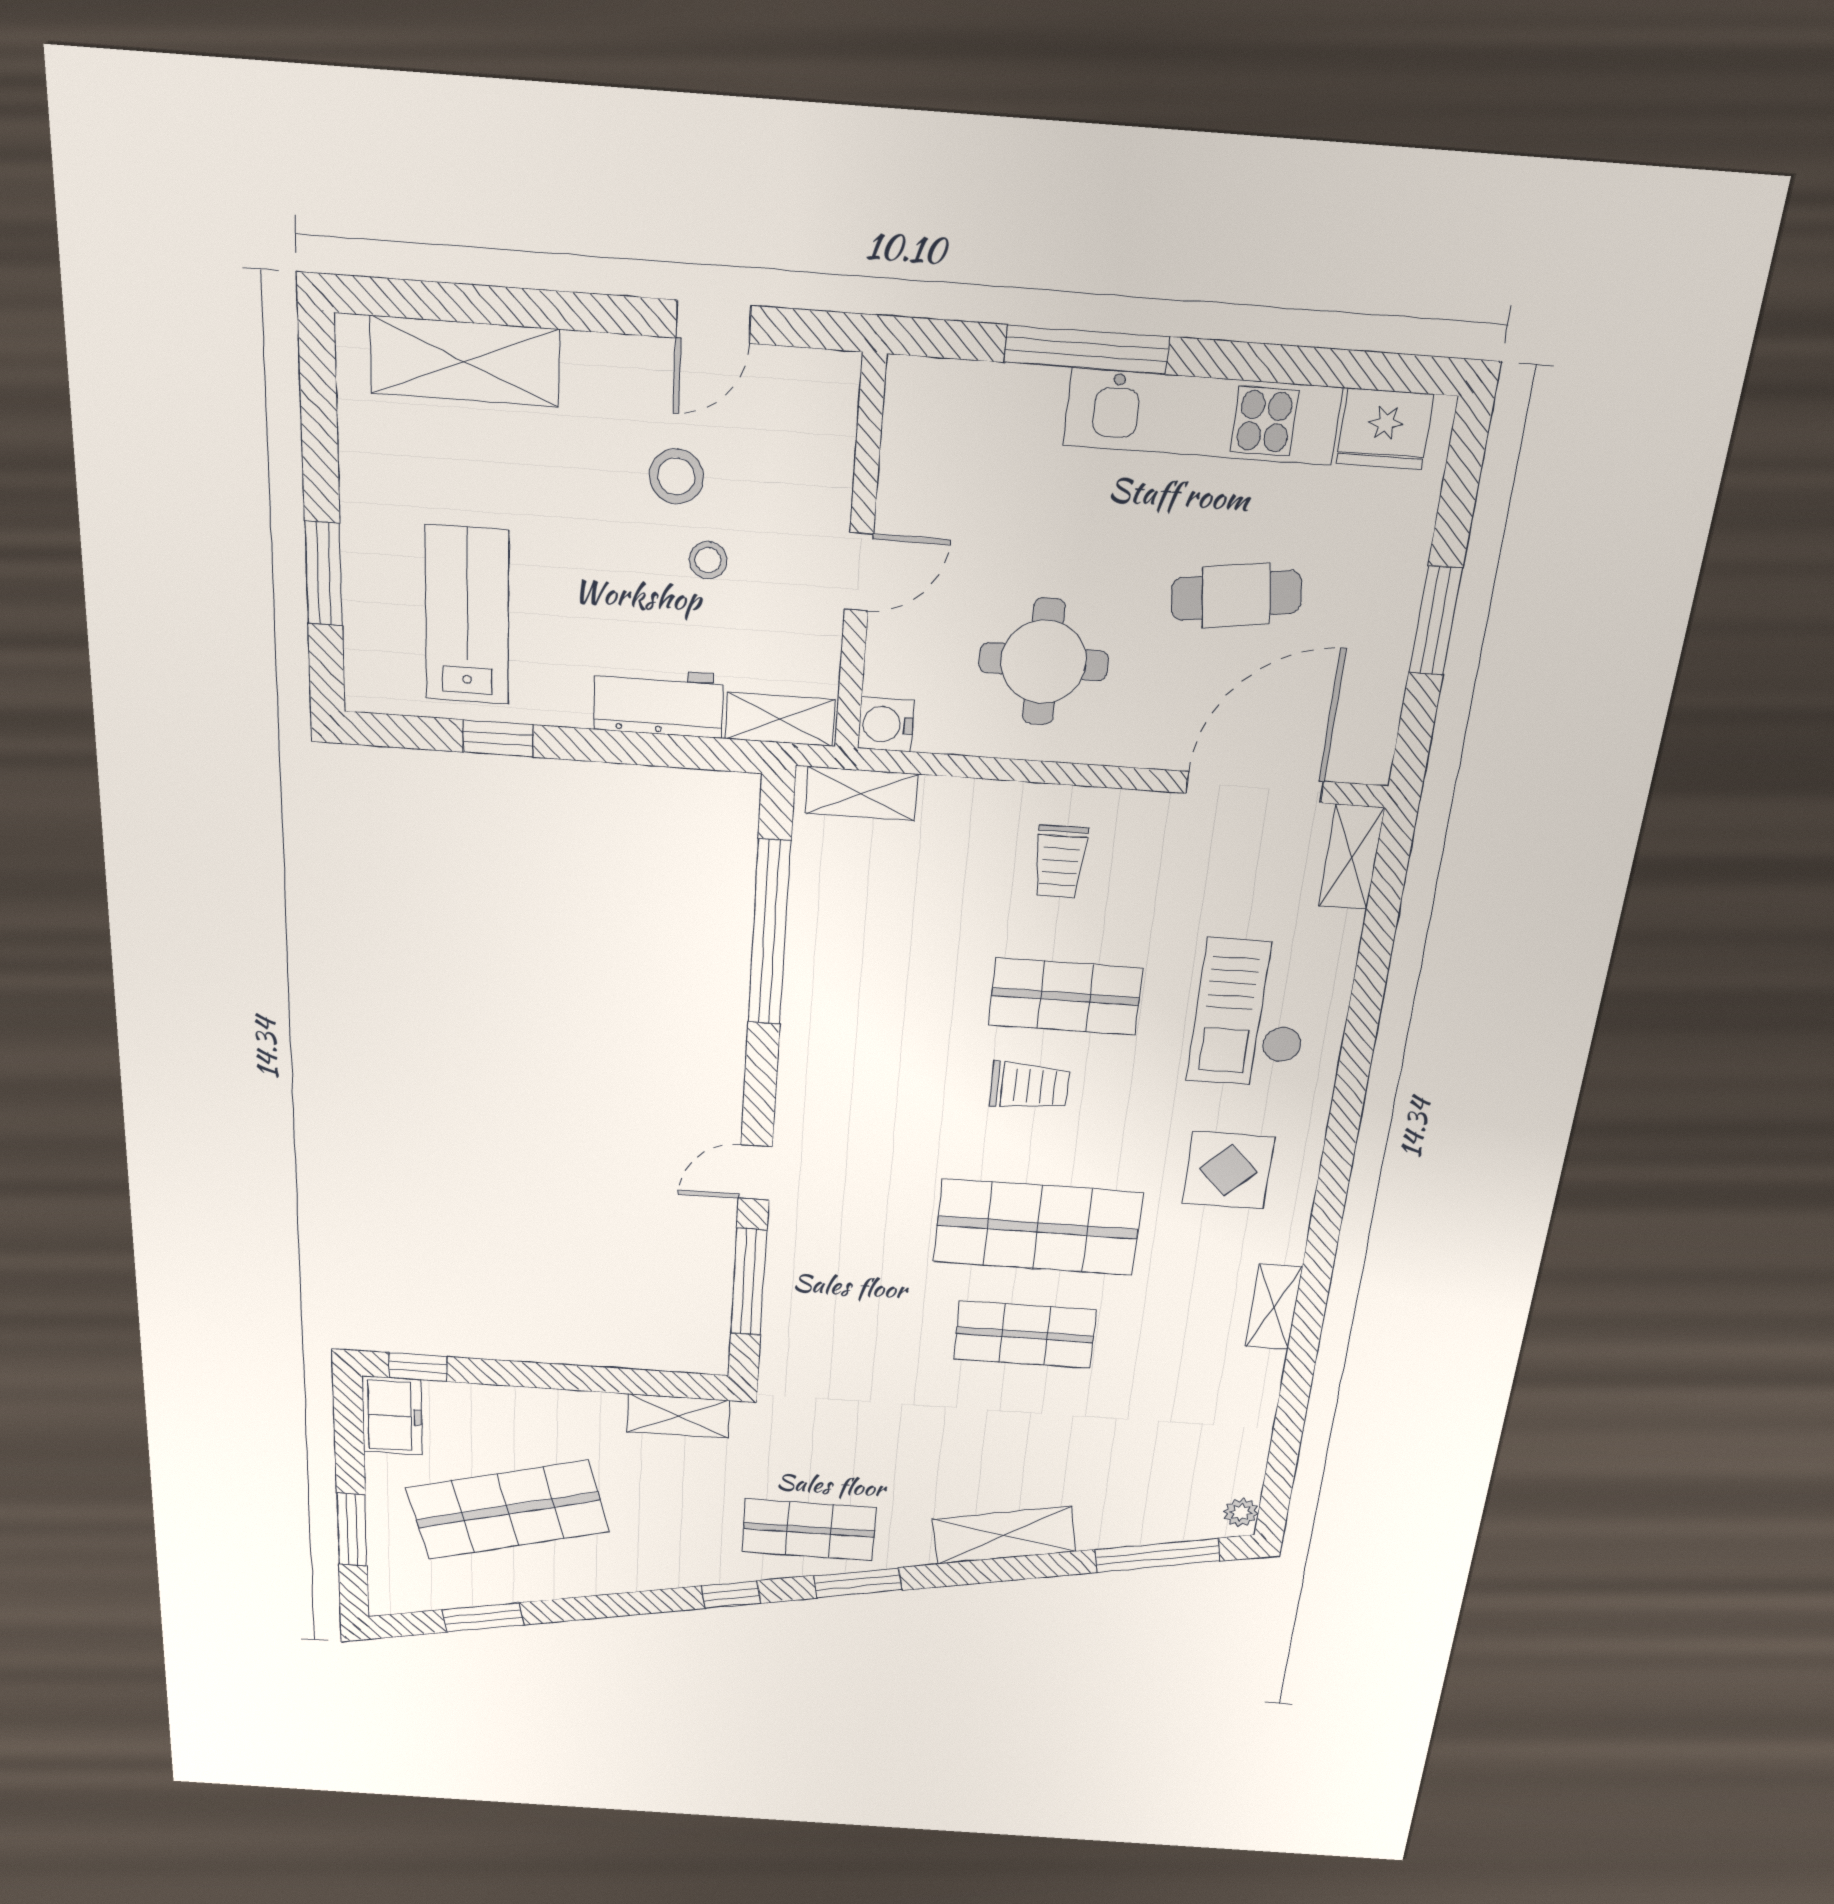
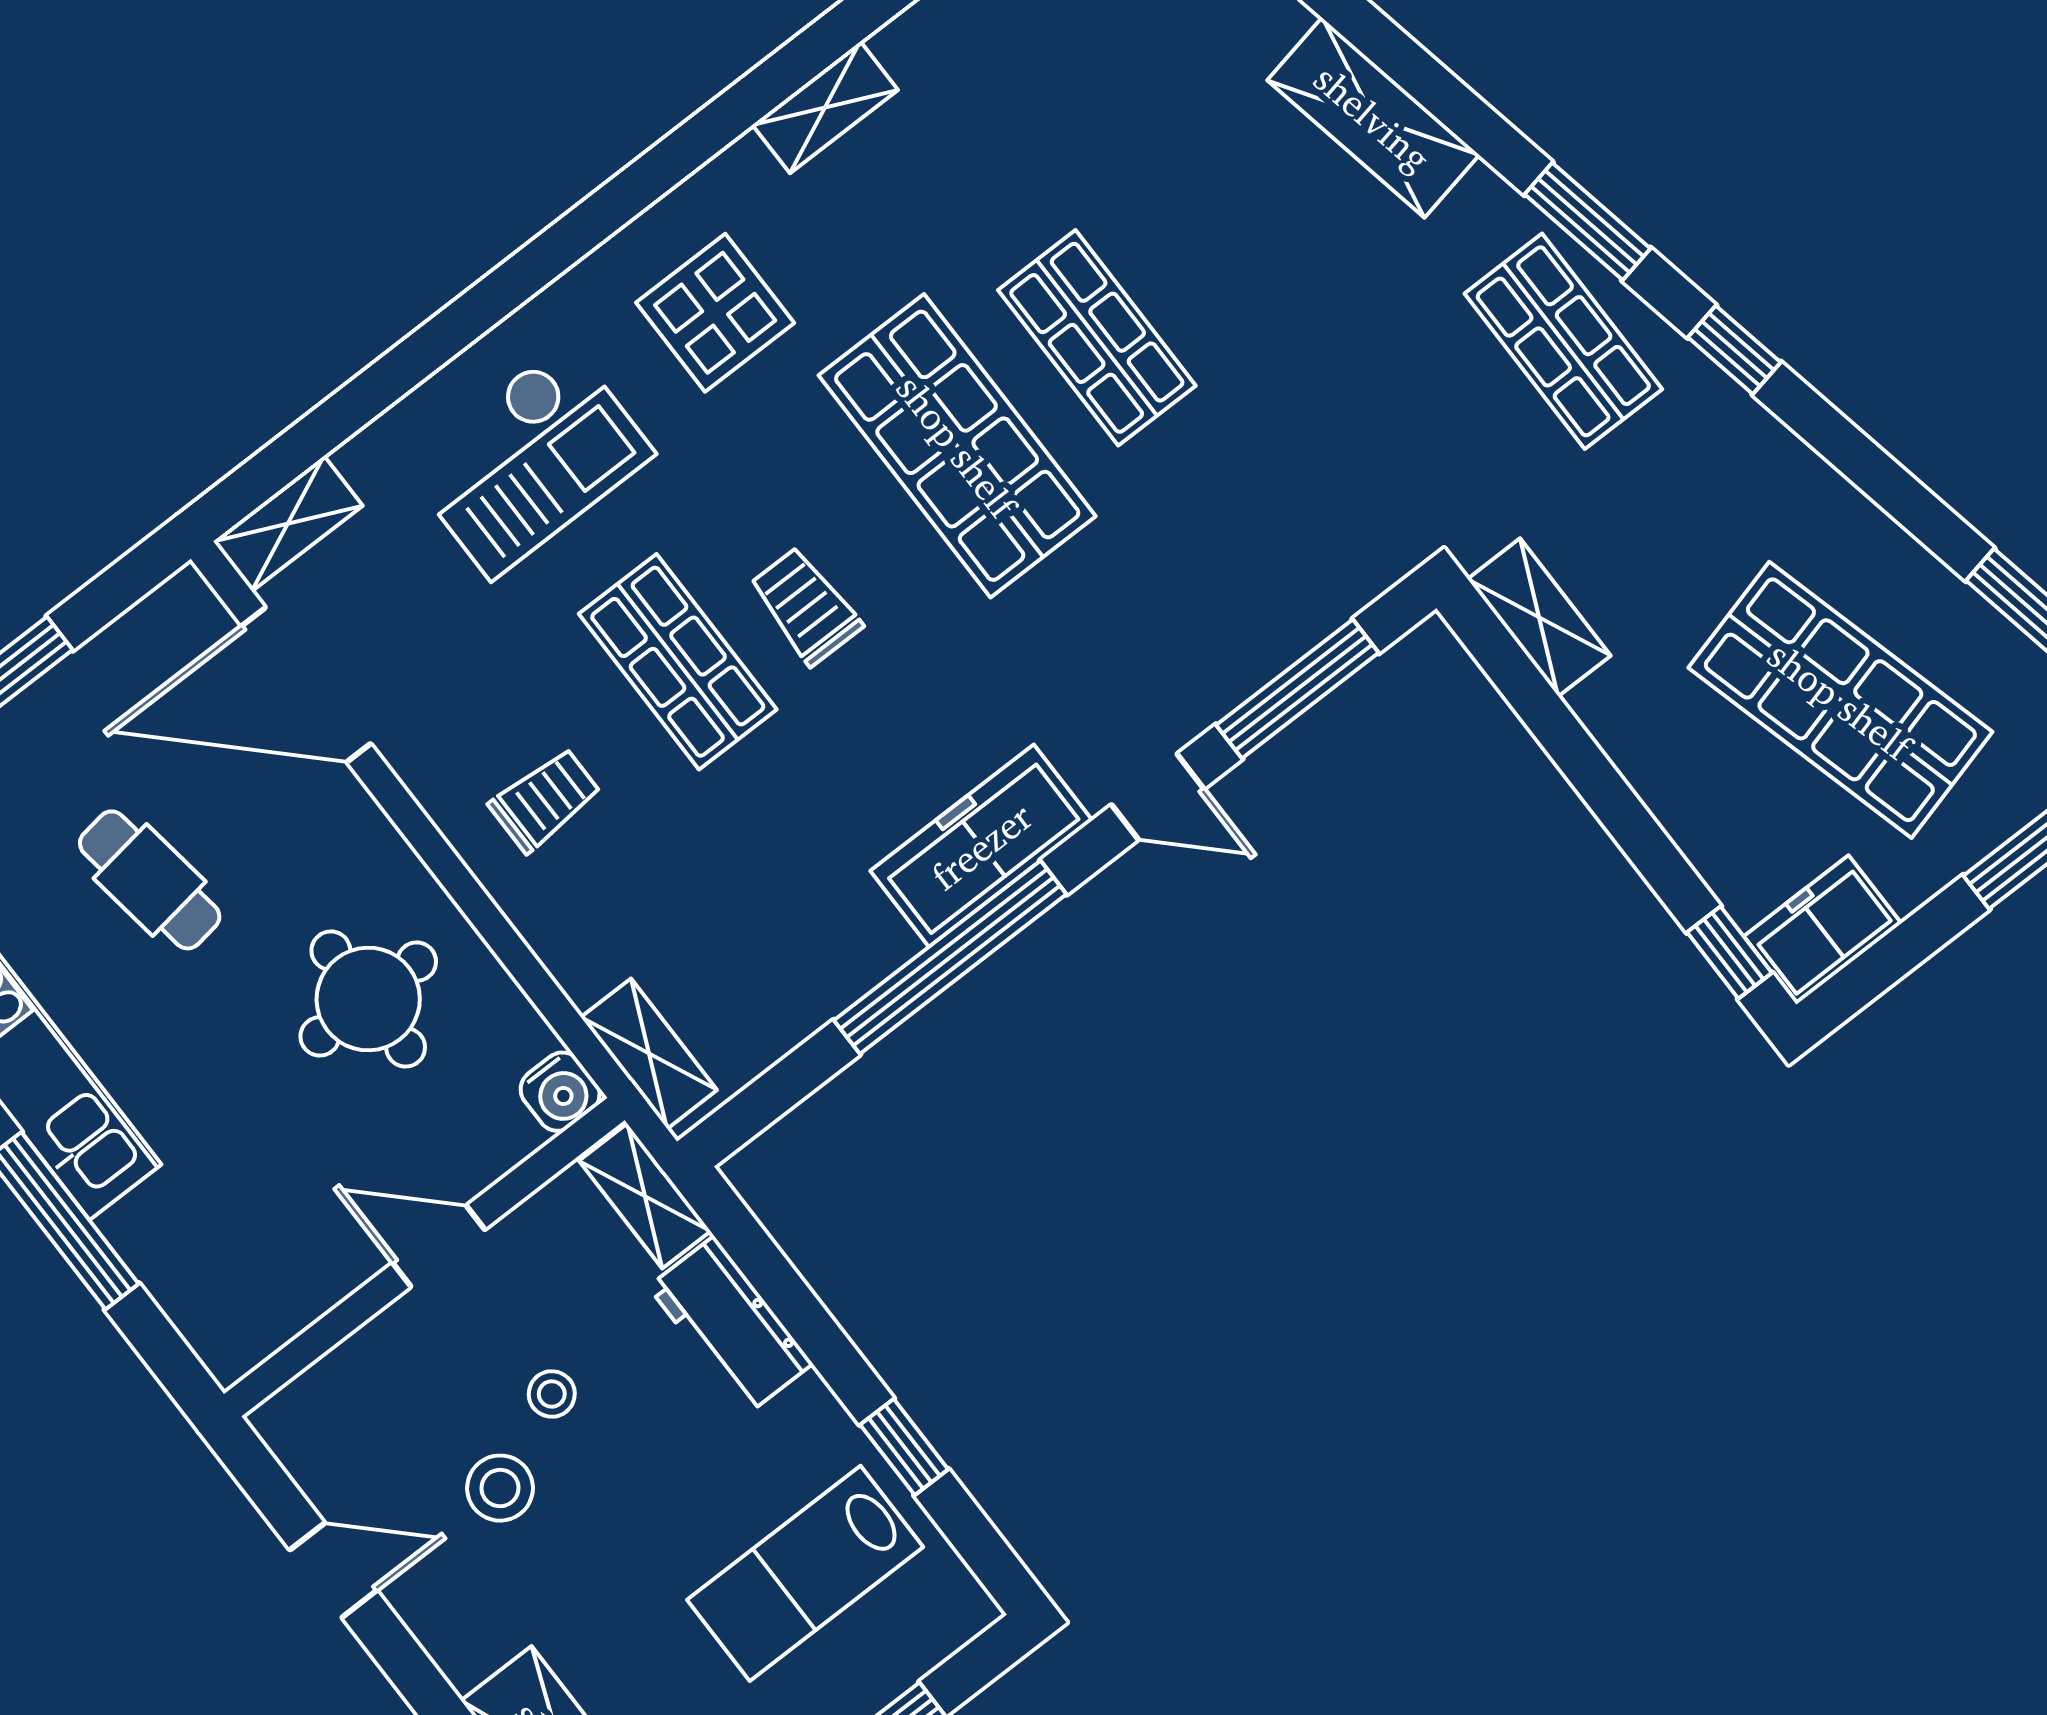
window: (769, 933) -> (950, 957), moved
freezer: (812, 1066) -> (981, 846), added

